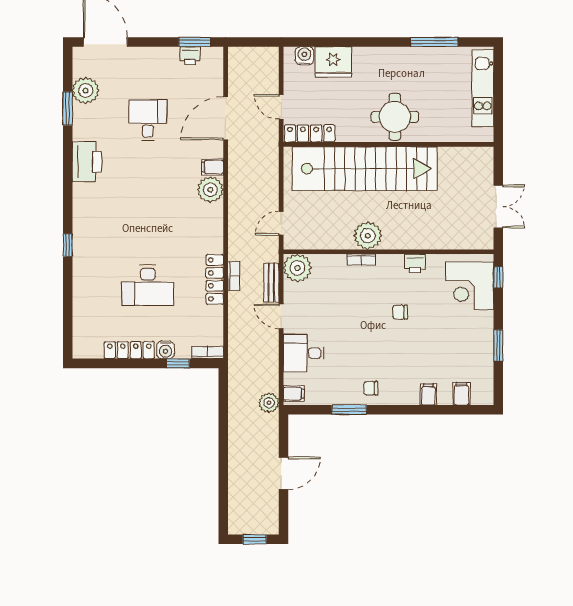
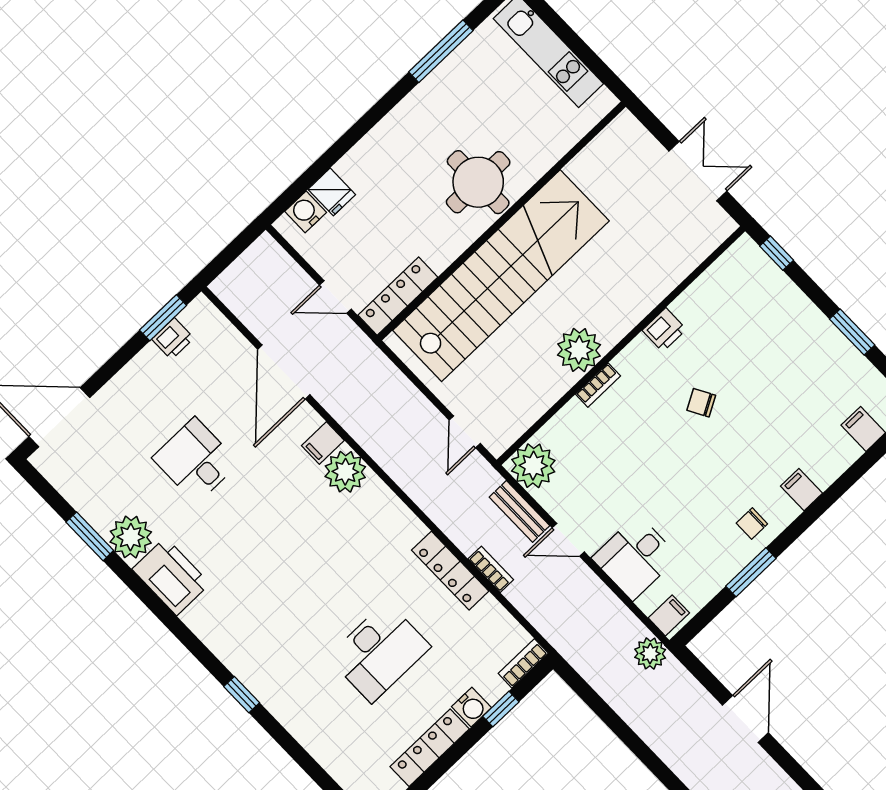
fridge: (333, 62) -> (332, 192), width x0.53, depth x0.75
plant: (86, 91) -> (131, 537), moved
bookcase: (234, 276) -> (491, 569), moved
corner desk: (470, 286) -> (753, 295), removed
chair: (400, 312) -> (701, 403), turned 61
filing cabinet: (428, 394) -> (801, 490), moved

